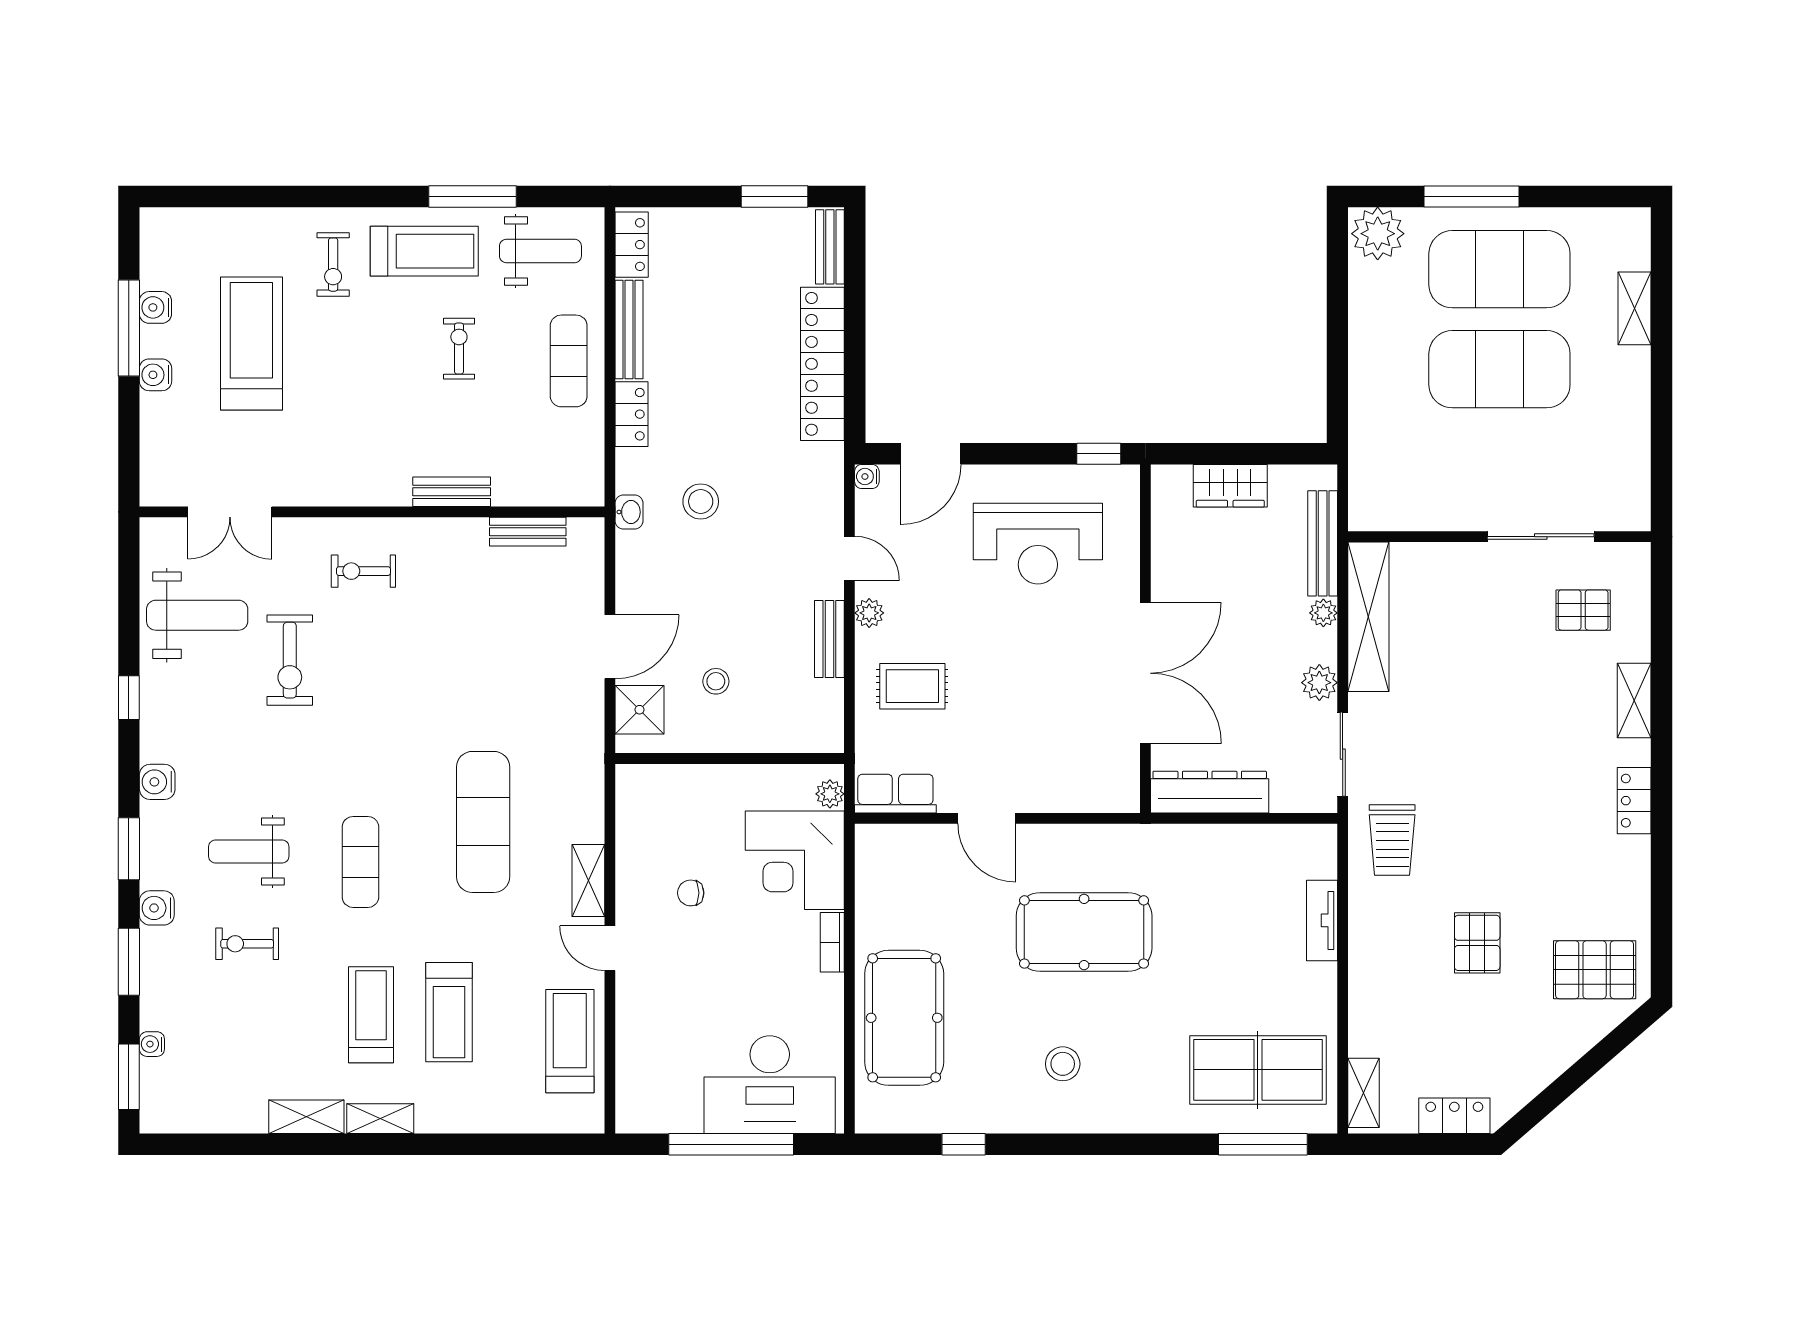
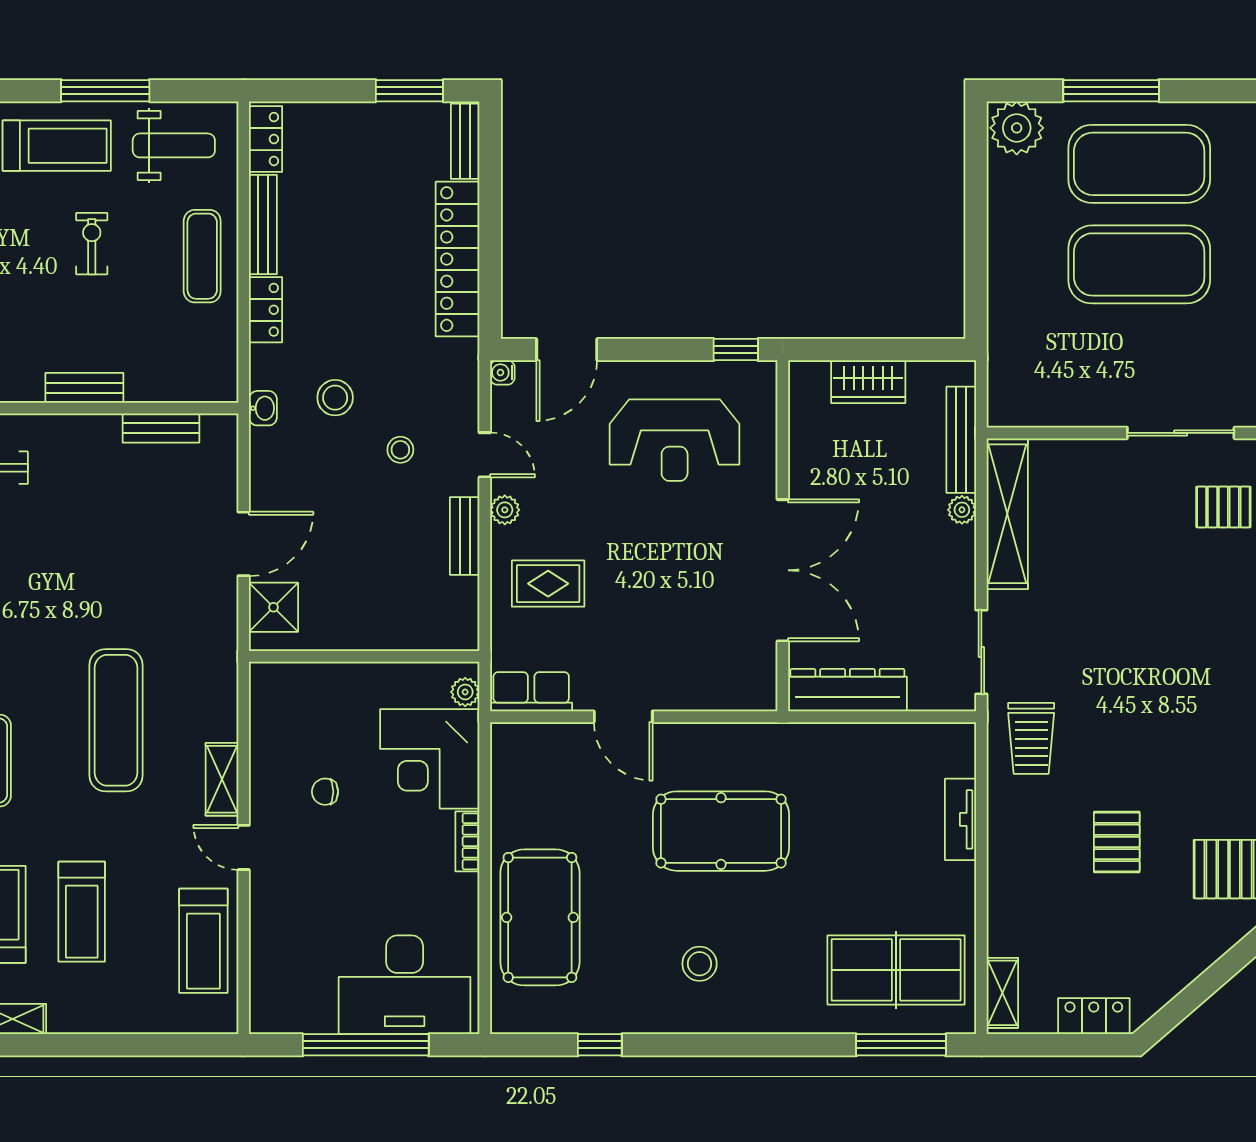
stool: (716, 681) -> (400, 450), moved
plant: (1319, 683) -> (958, 580), removed
treadmill: (570, 1041) -> (203, 941), turned 180

